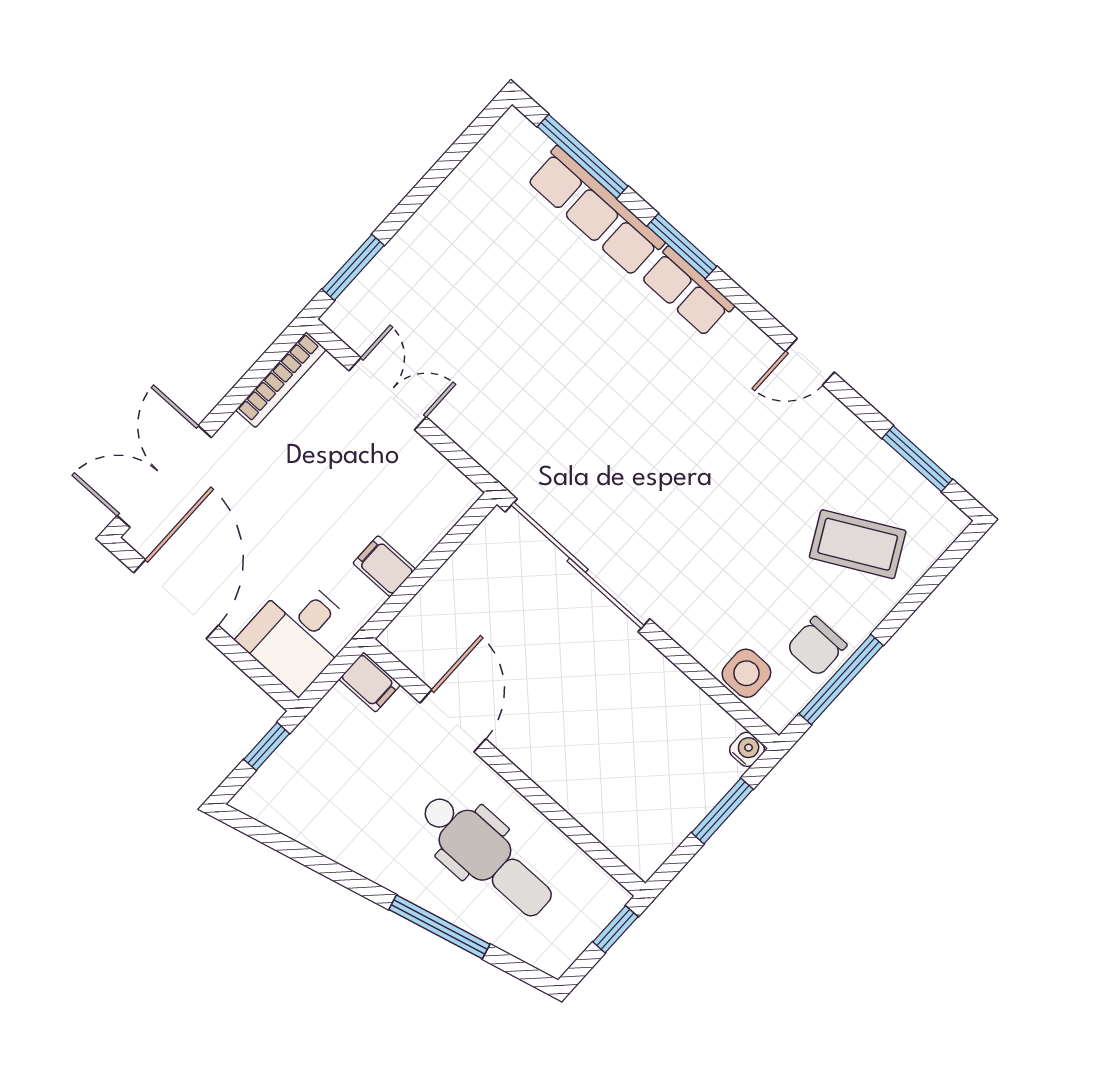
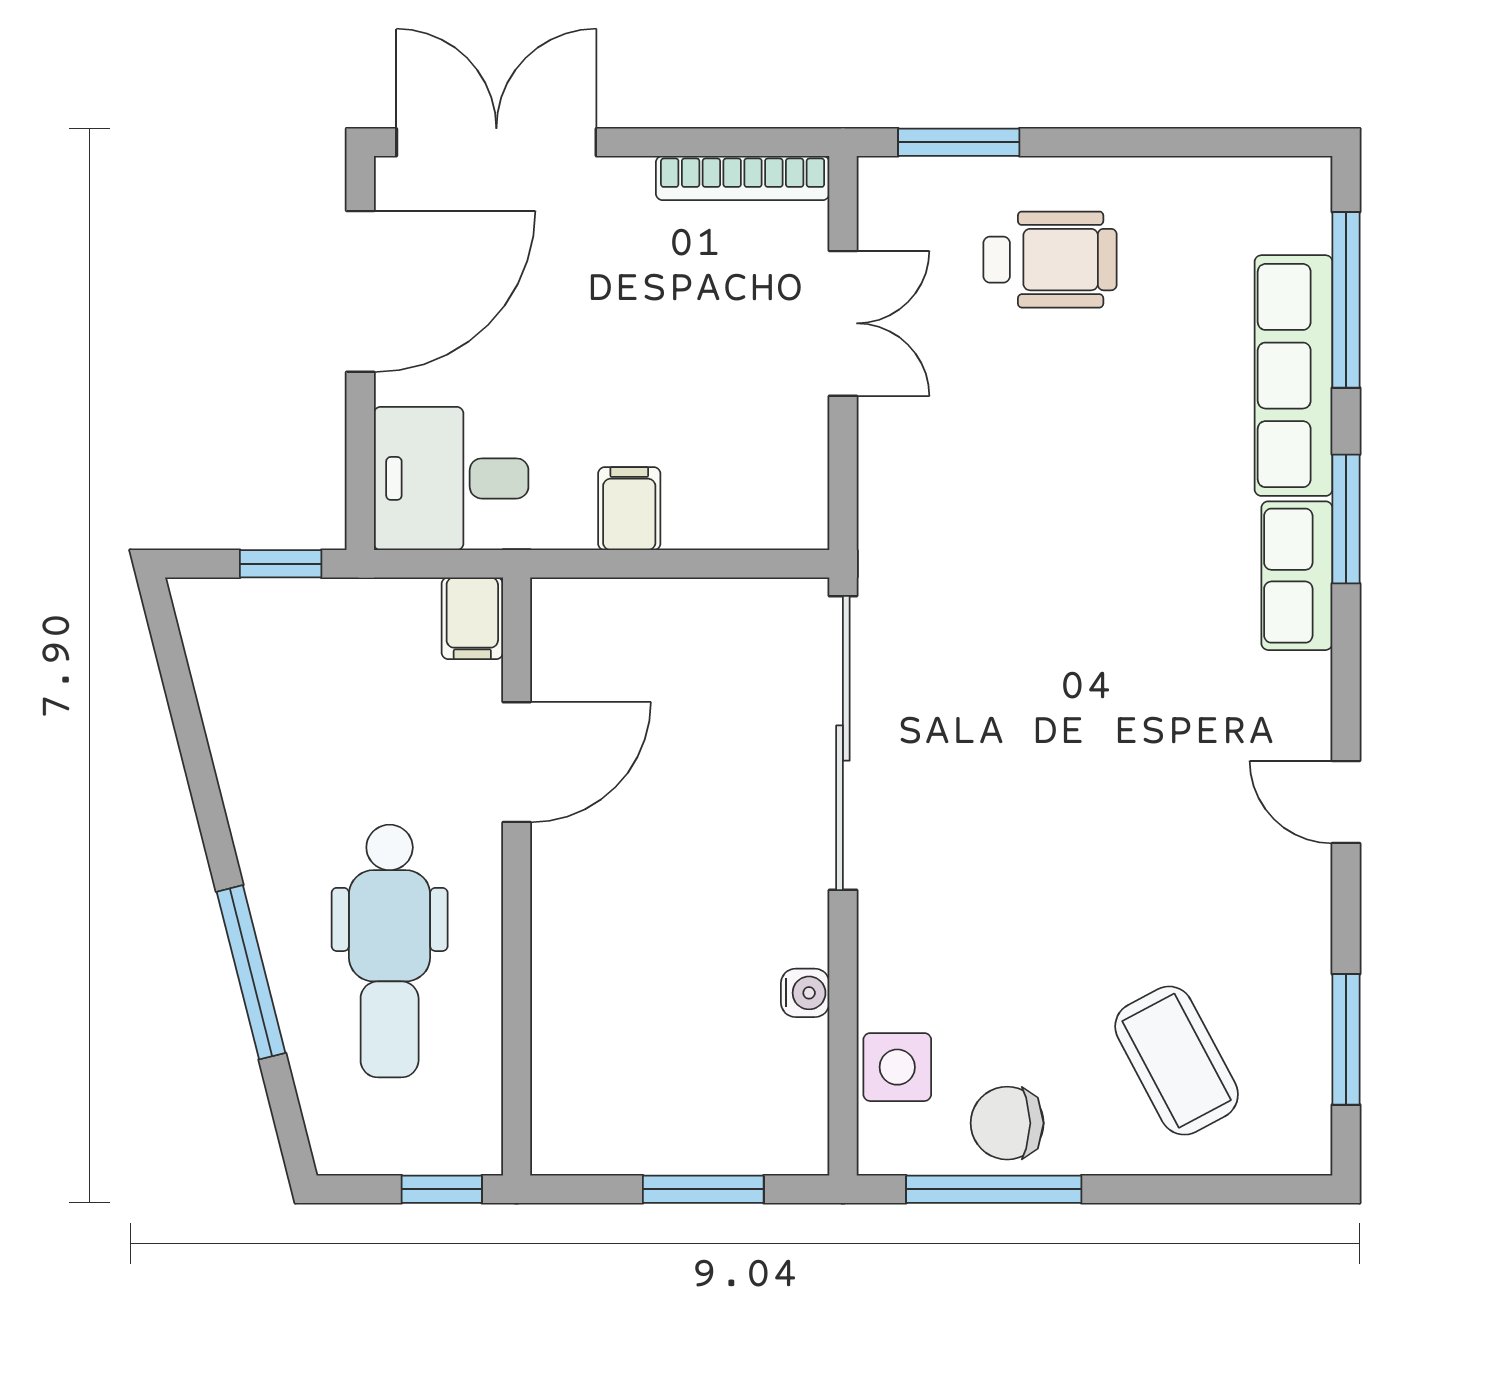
wheelchair: (443, 274) -> (1050, 260), added
water cooler: (747, 749) -> (805, 993), moved

